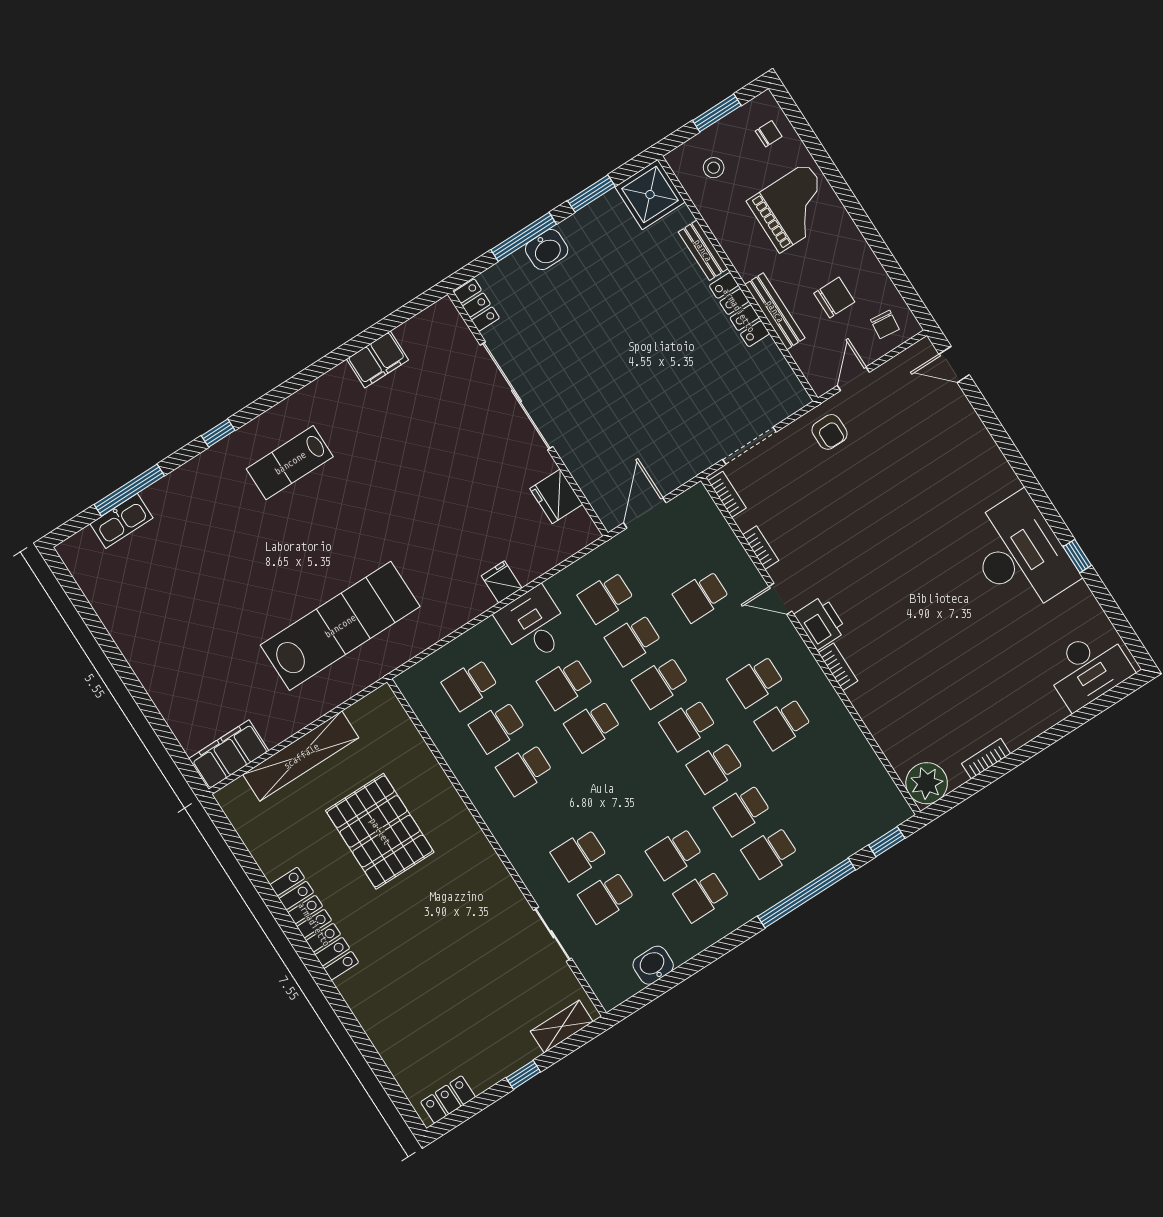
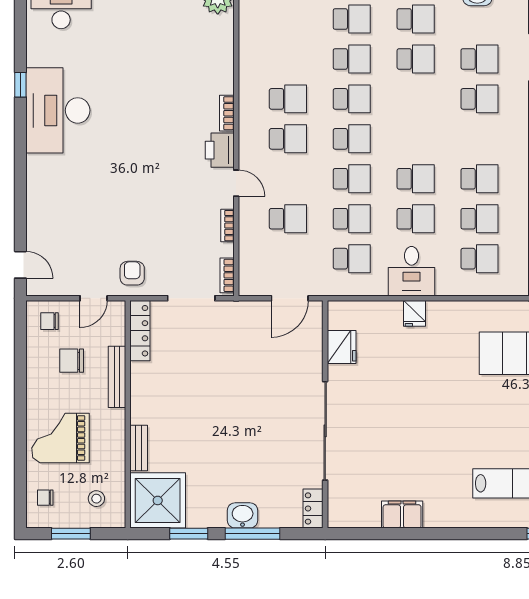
shower: (650, 194) -> (158, 500), width x1.37, depth x1.37
locker: (739, 310) -> (140, 331), moved
chair: (885, 324) -> (49, 321), turned -96

